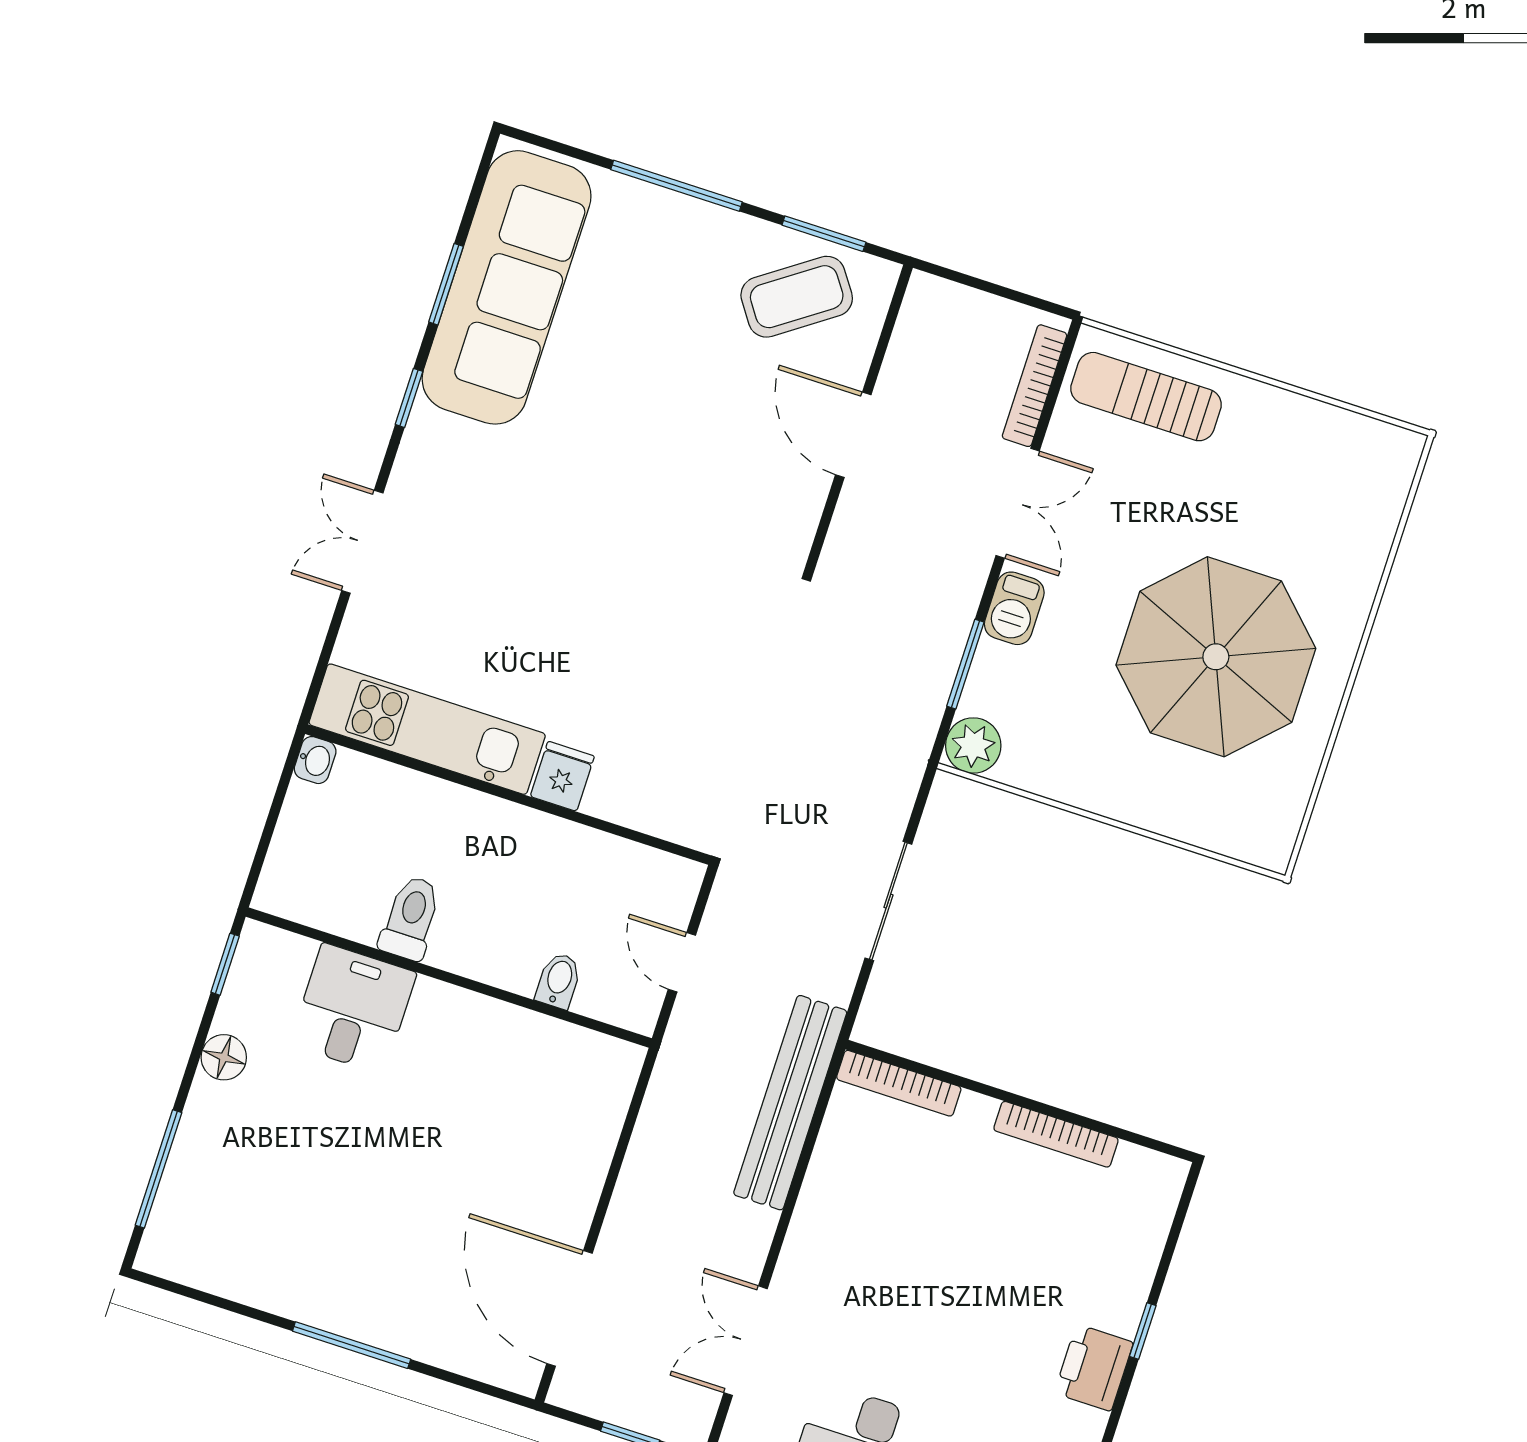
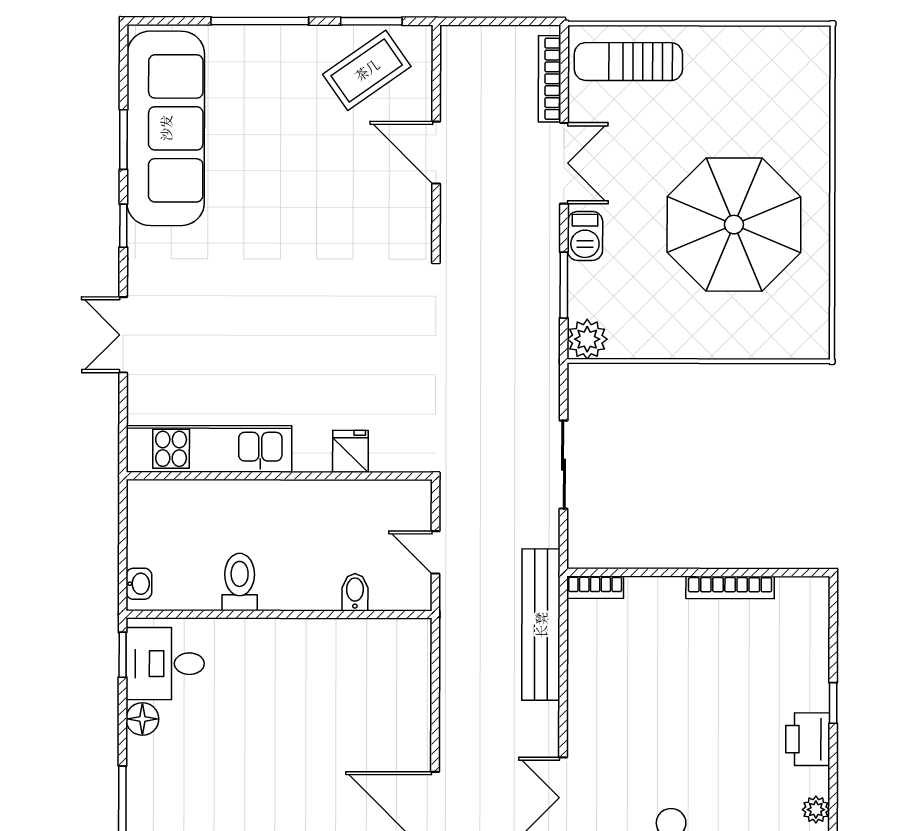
washbasin: (315, 760) -> (139, 584), moved
fridge: (562, 776) -> (350, 451), moved
desk: (353, 1009) -> (165, 664), moved, turned -90
bookcase: (899, 1083) -> (595, 587), width x0.64

